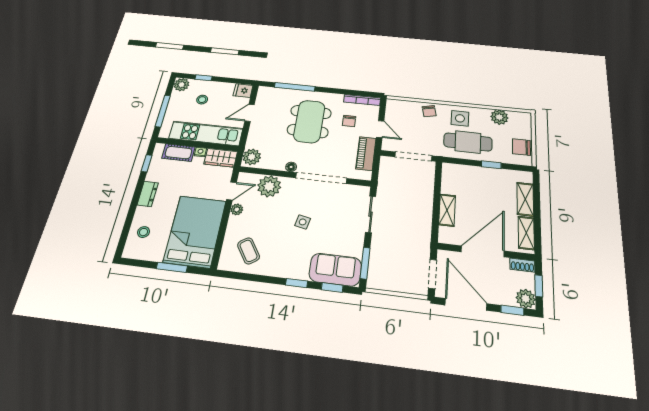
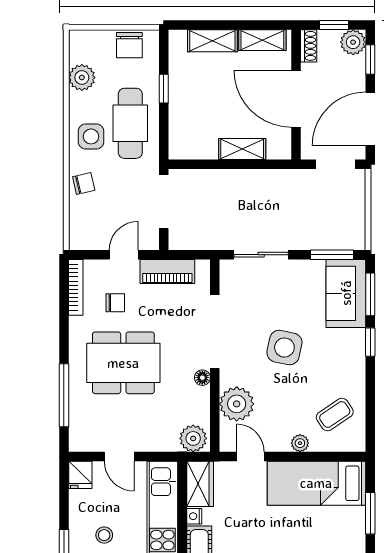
plant: (237, 209) -> (300, 443), moved
side table: (303, 222) -> (284, 348), width x1.87, depth x1.87
bed: (195, 231) -> (316, 483), width x0.67
window: (332, 288) -> (370, 294), width x1.50

